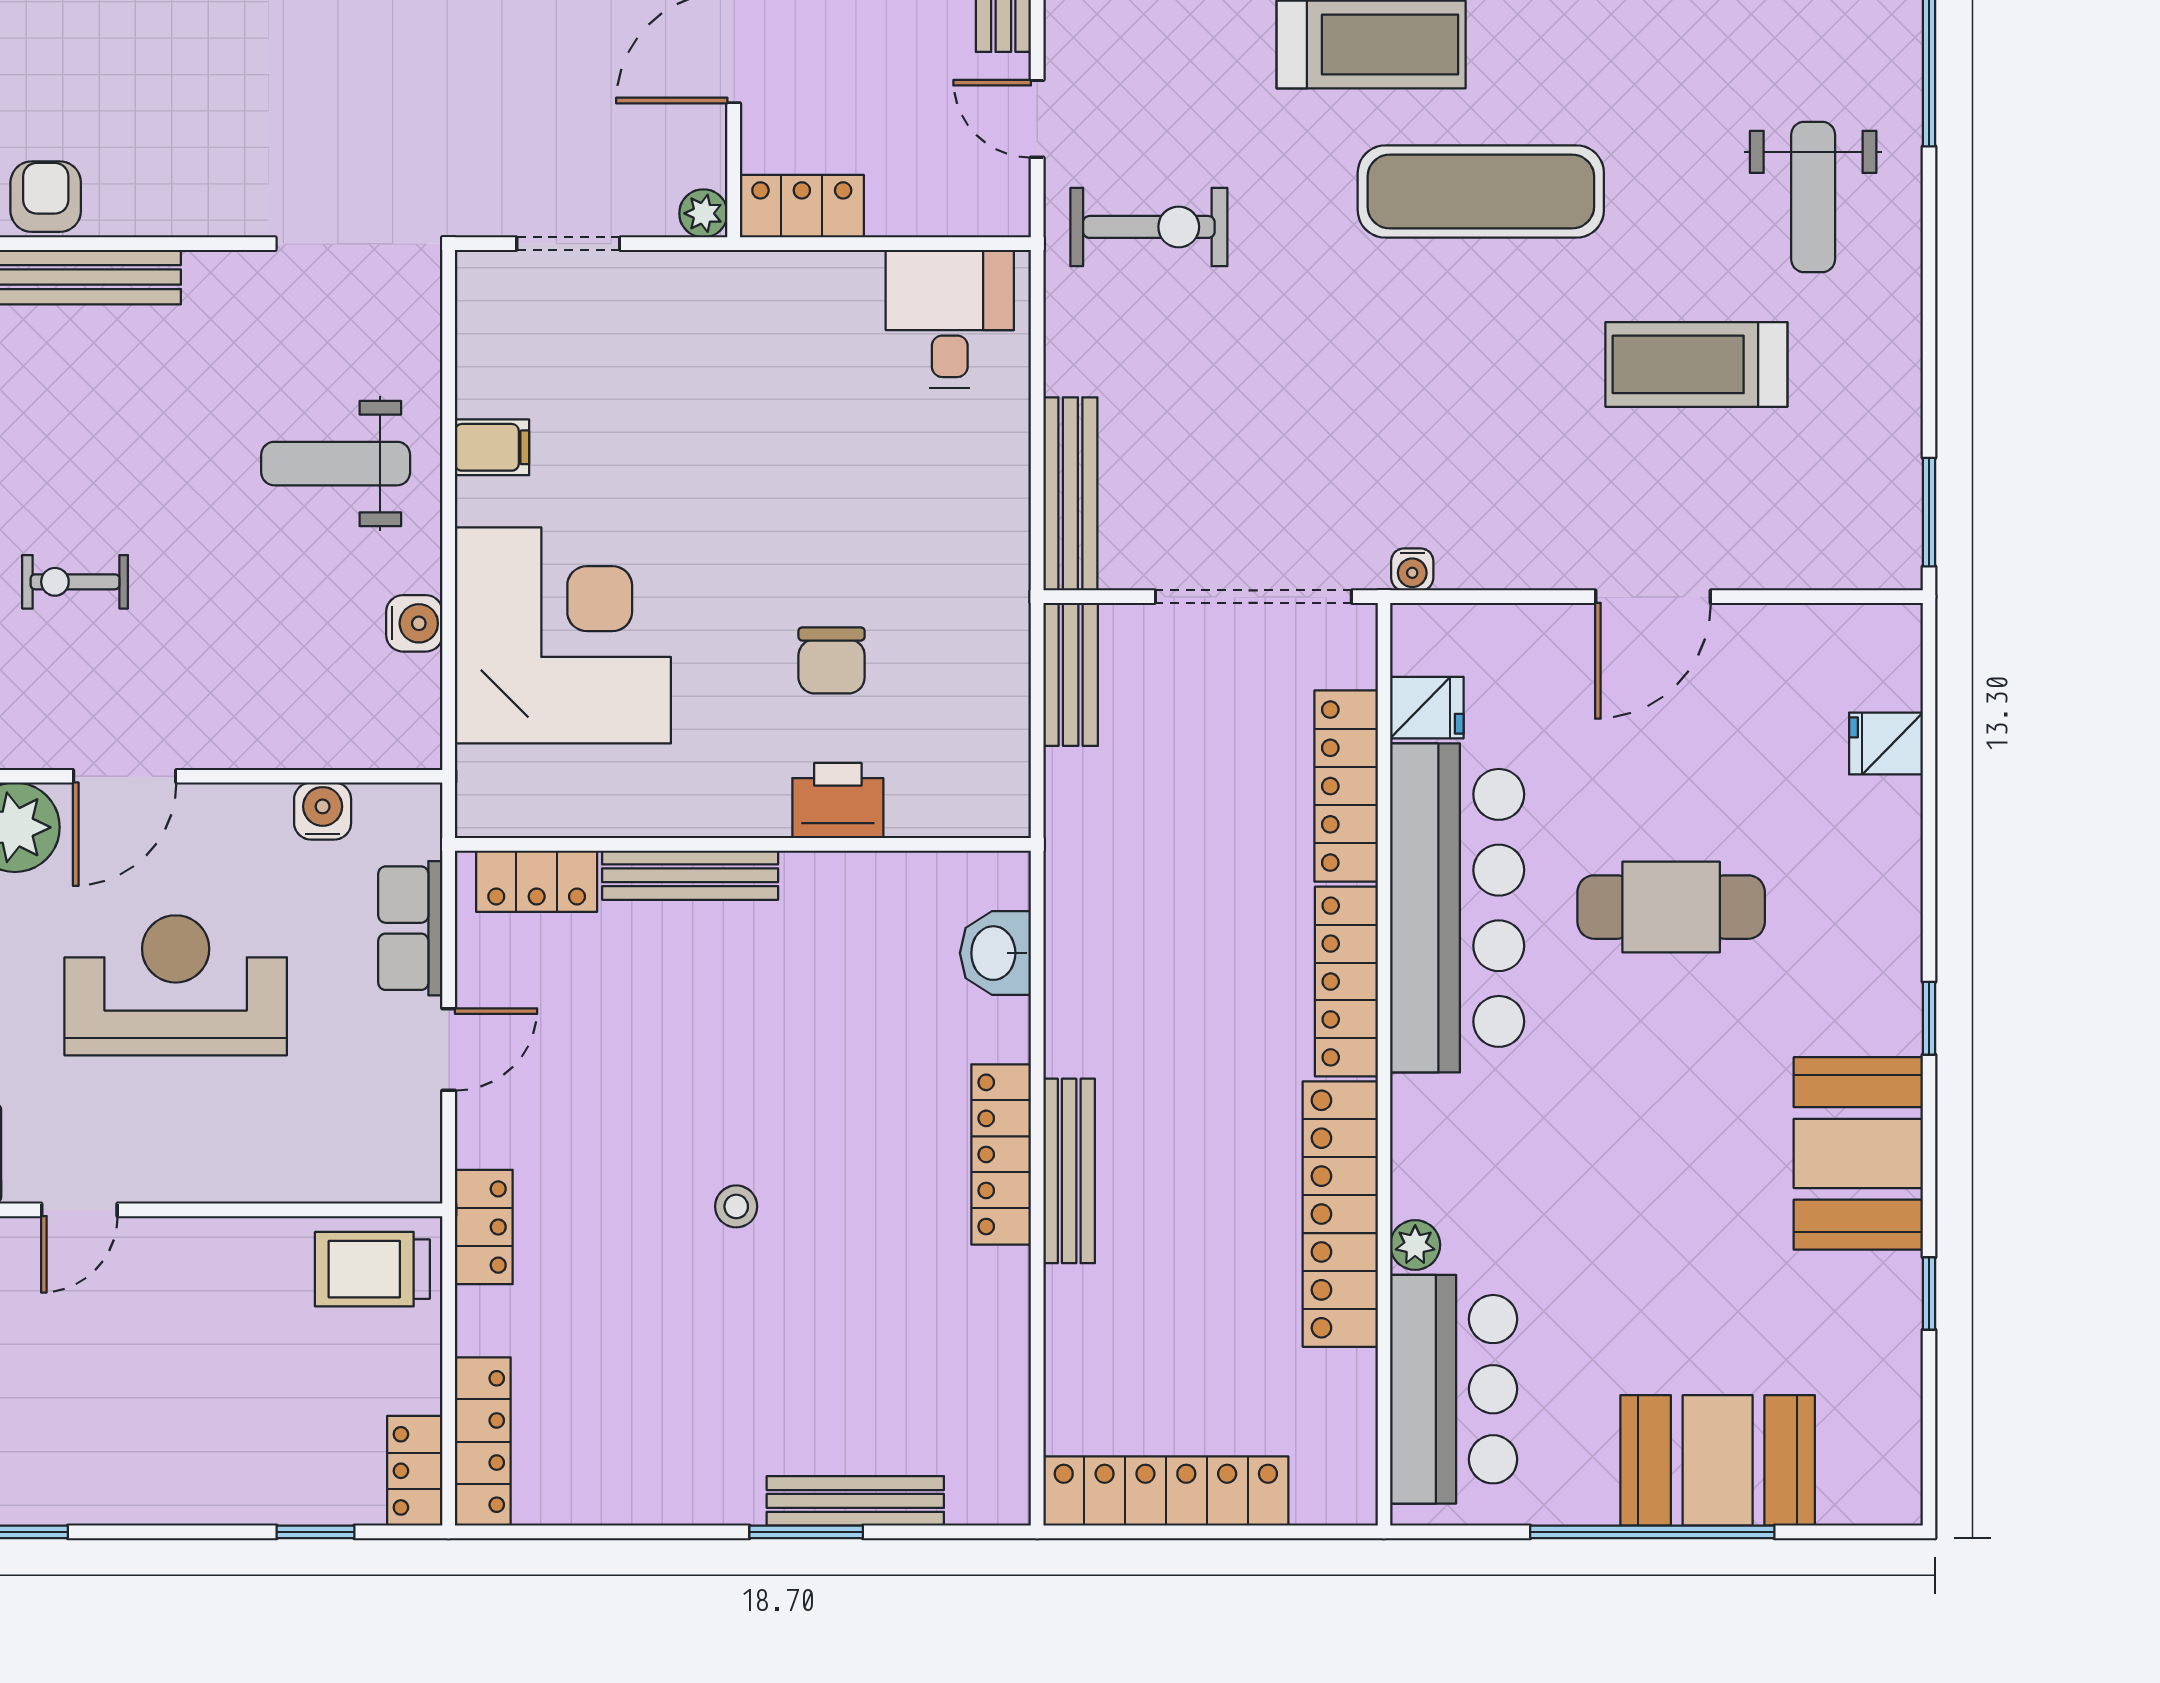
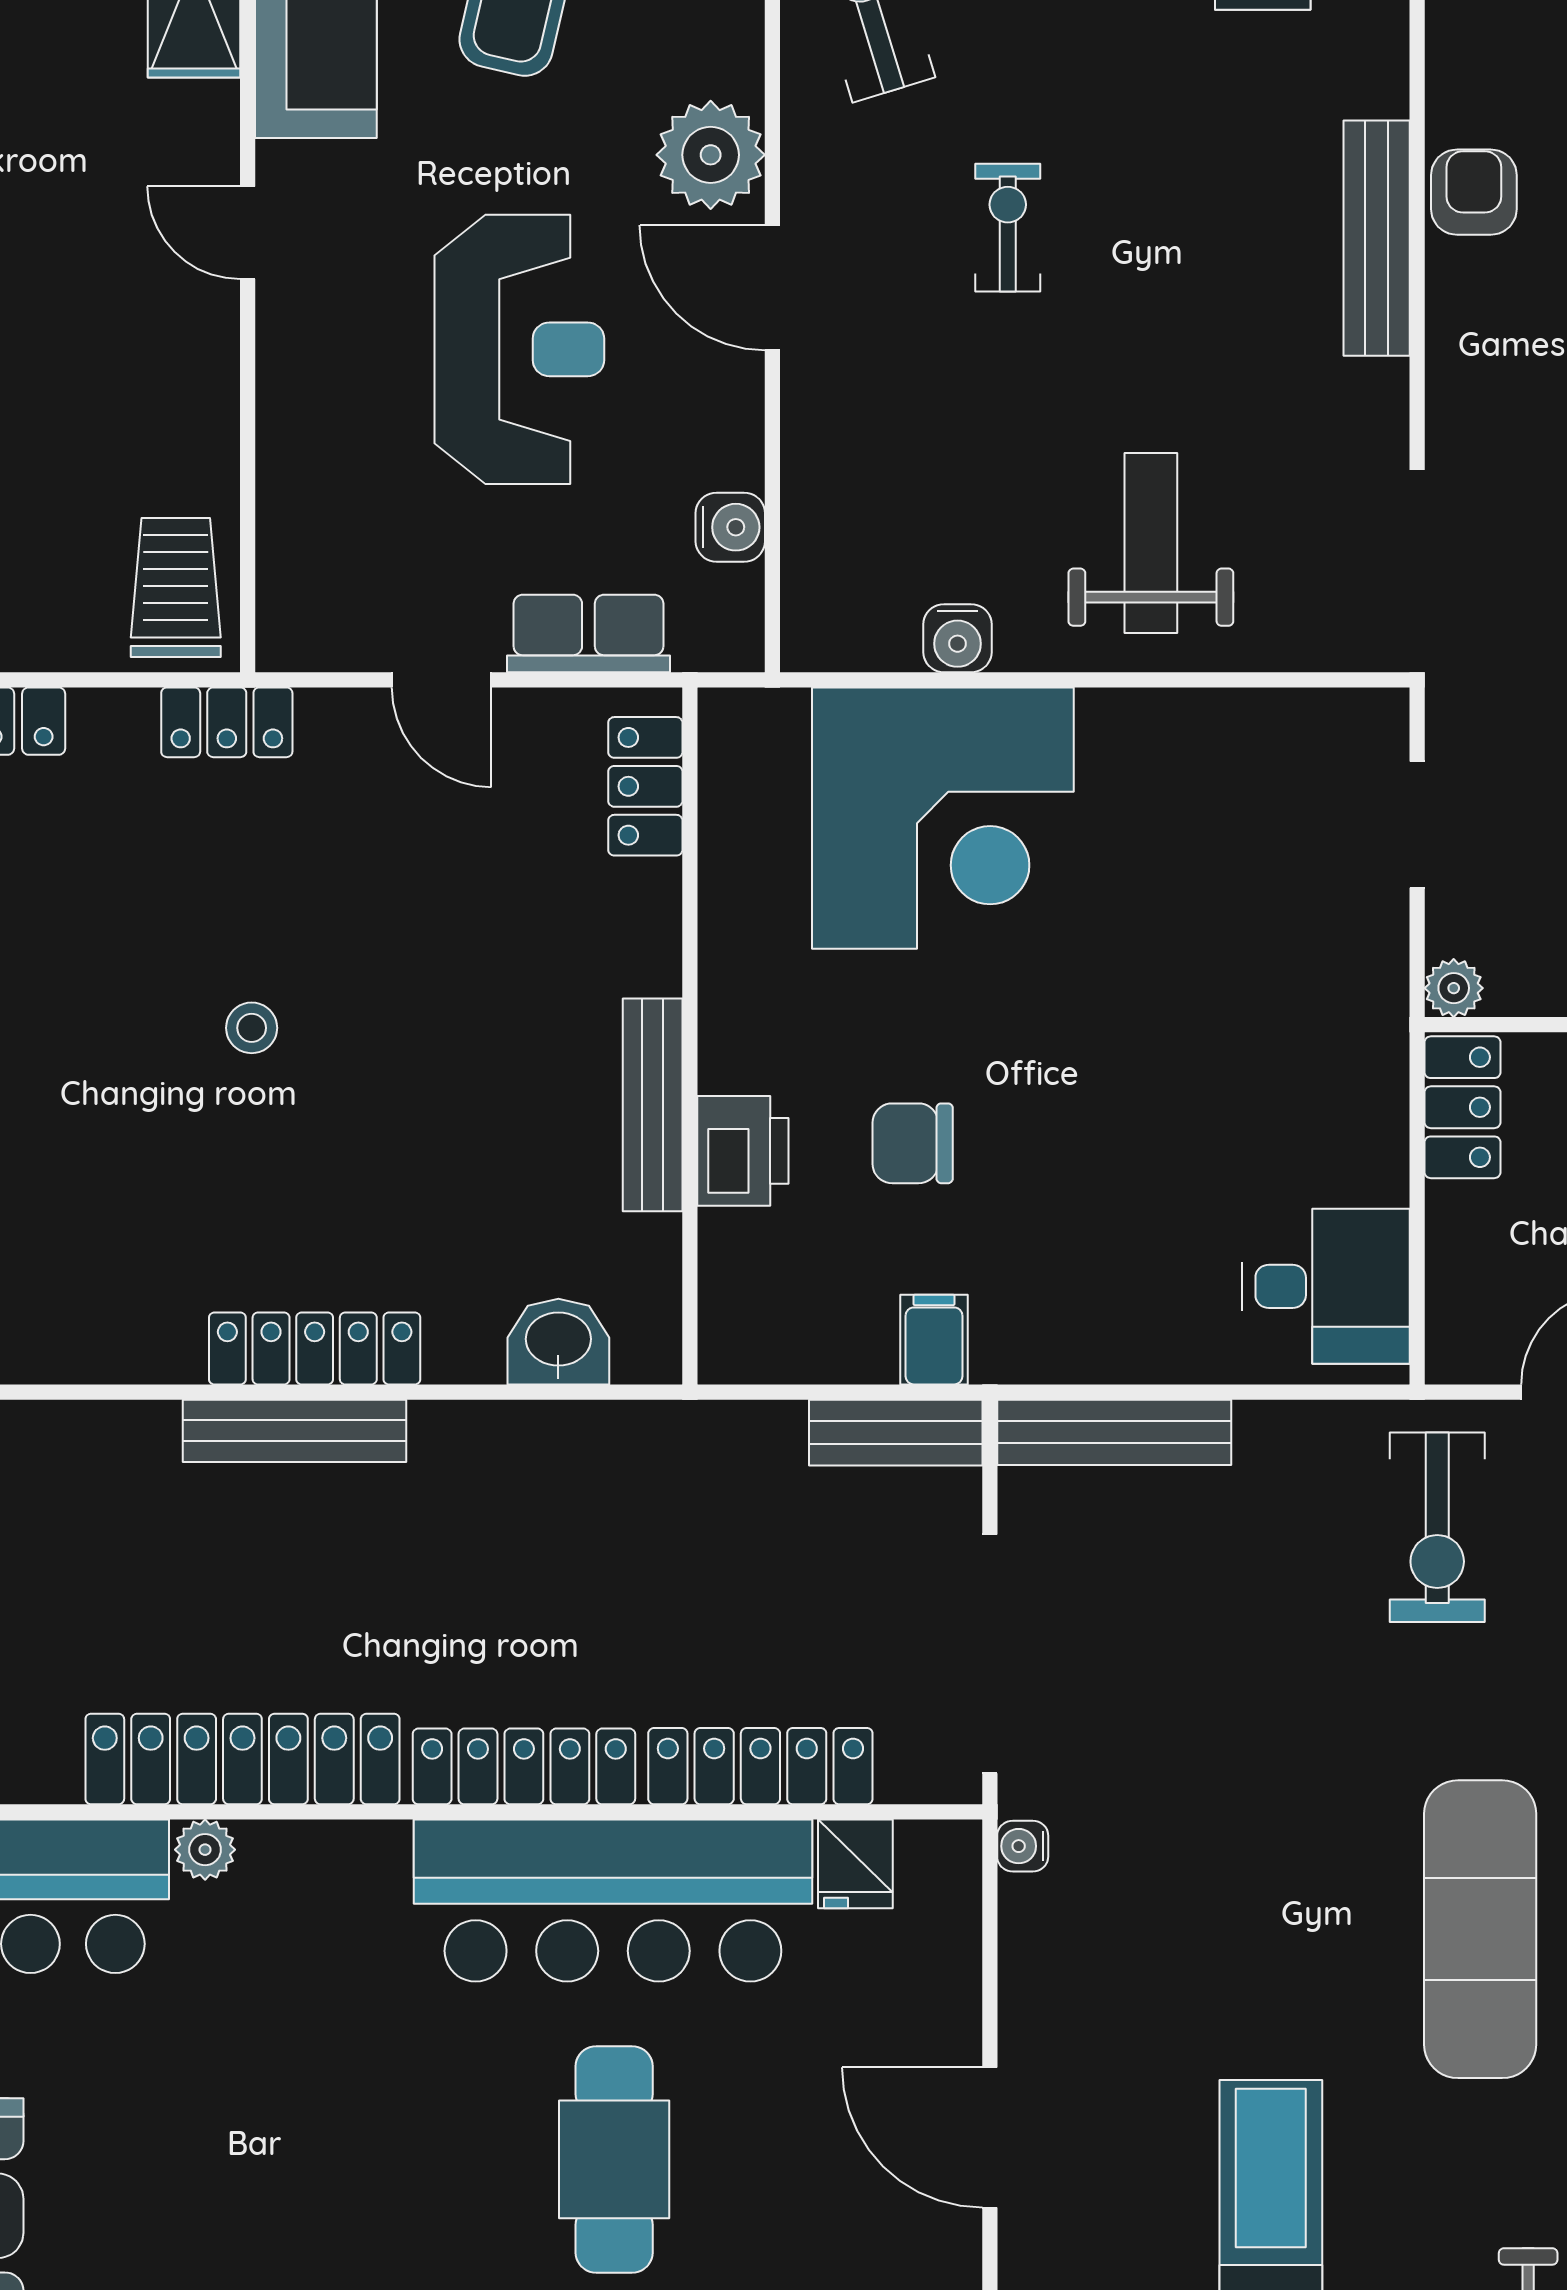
armchair: (46, 197) -> (1474, 192), turned -90
filing cabinet: (492, 447) -> (934, 1340), moved, turned 180
bench: (690, 875) -> (653, 1105), moved

